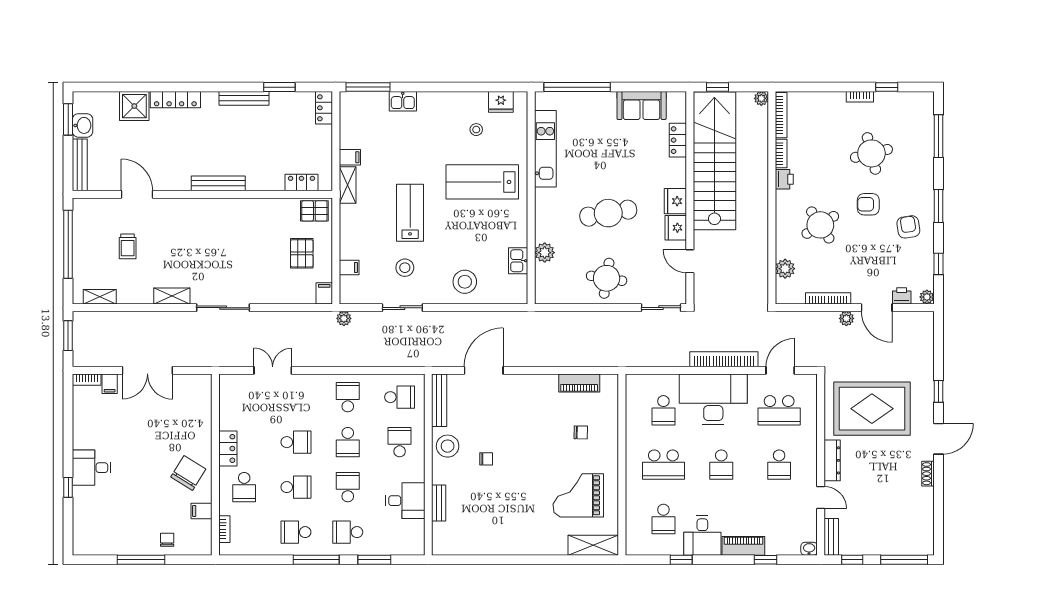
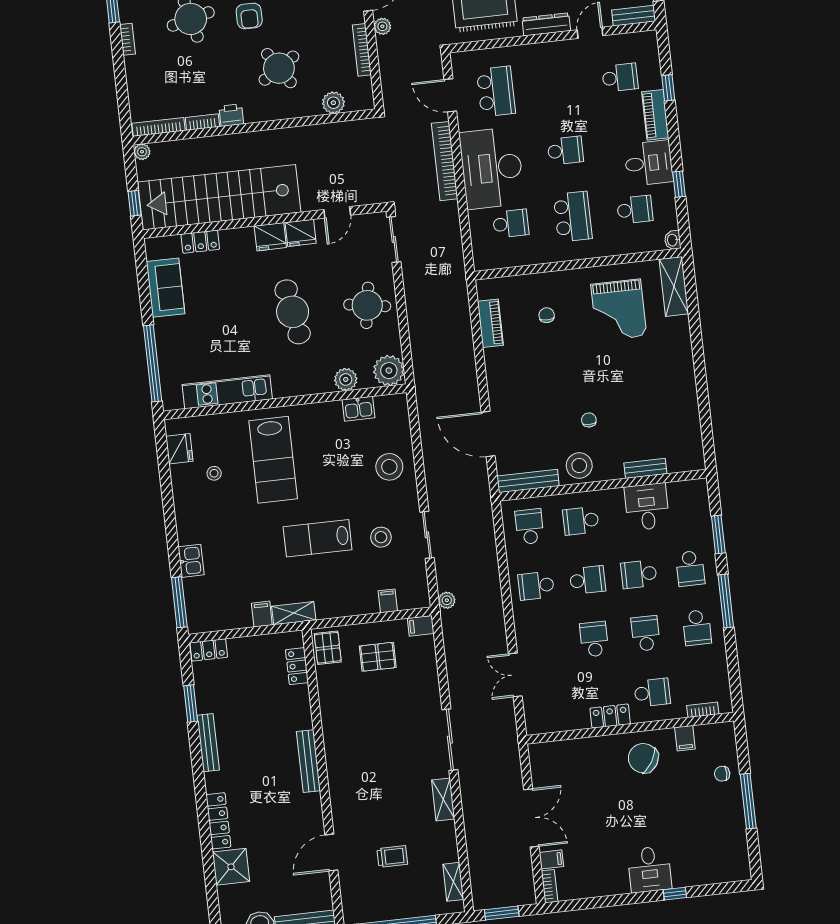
plant: (548, 291) -> (389, 371), added
school desk: (779, 465) -> (620, 78), moved
washbasin: (809, 549) -> (673, 240), moved

